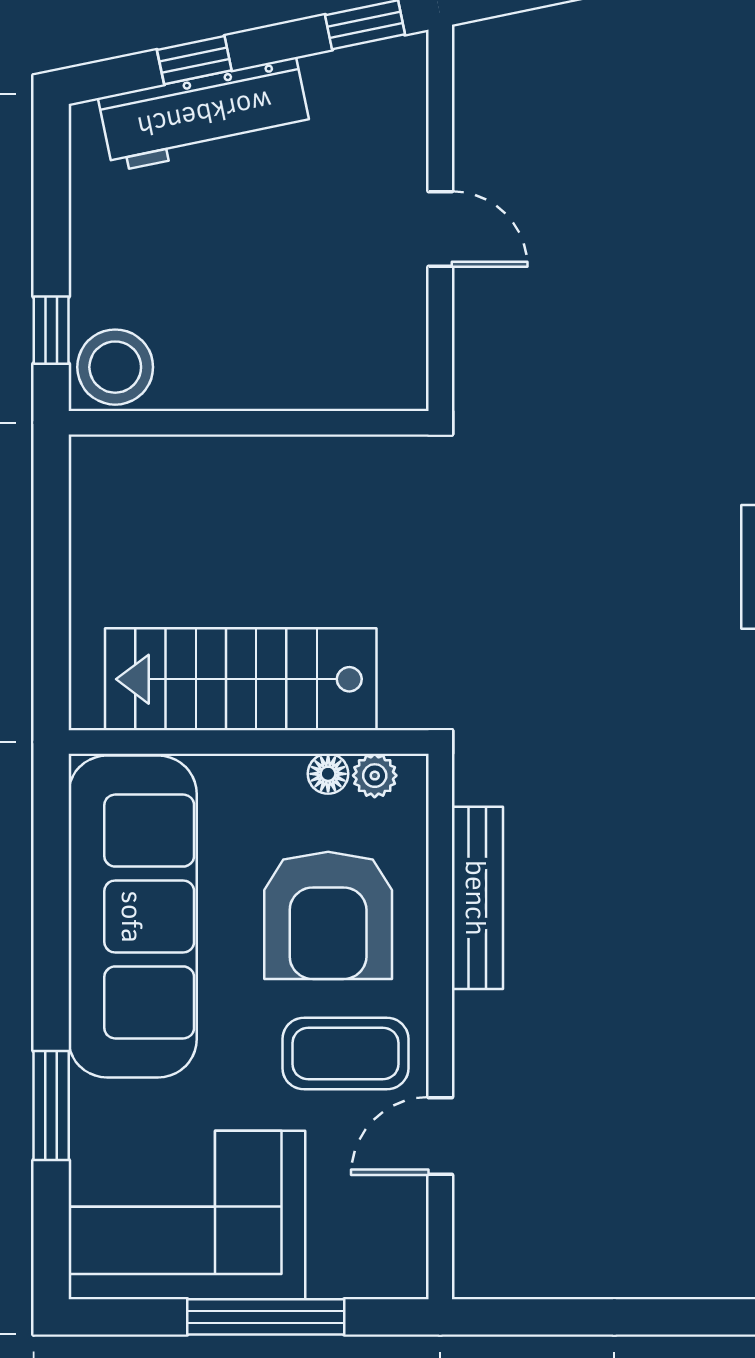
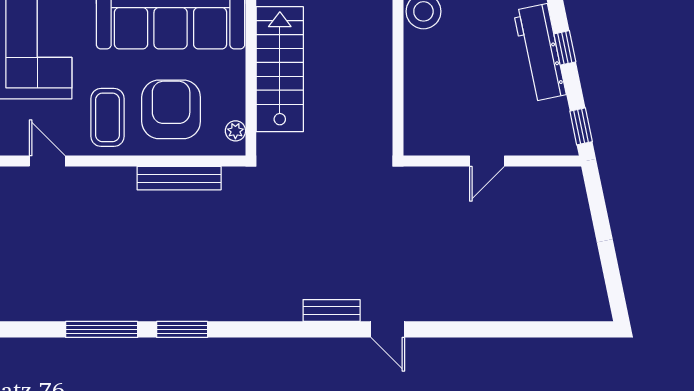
floor lamp: (328, 774) -> (236, 109), removed
armchair: (328, 915) -> (171, 109), turned 90
door: (440, 1136) -> (47, 161), moved

